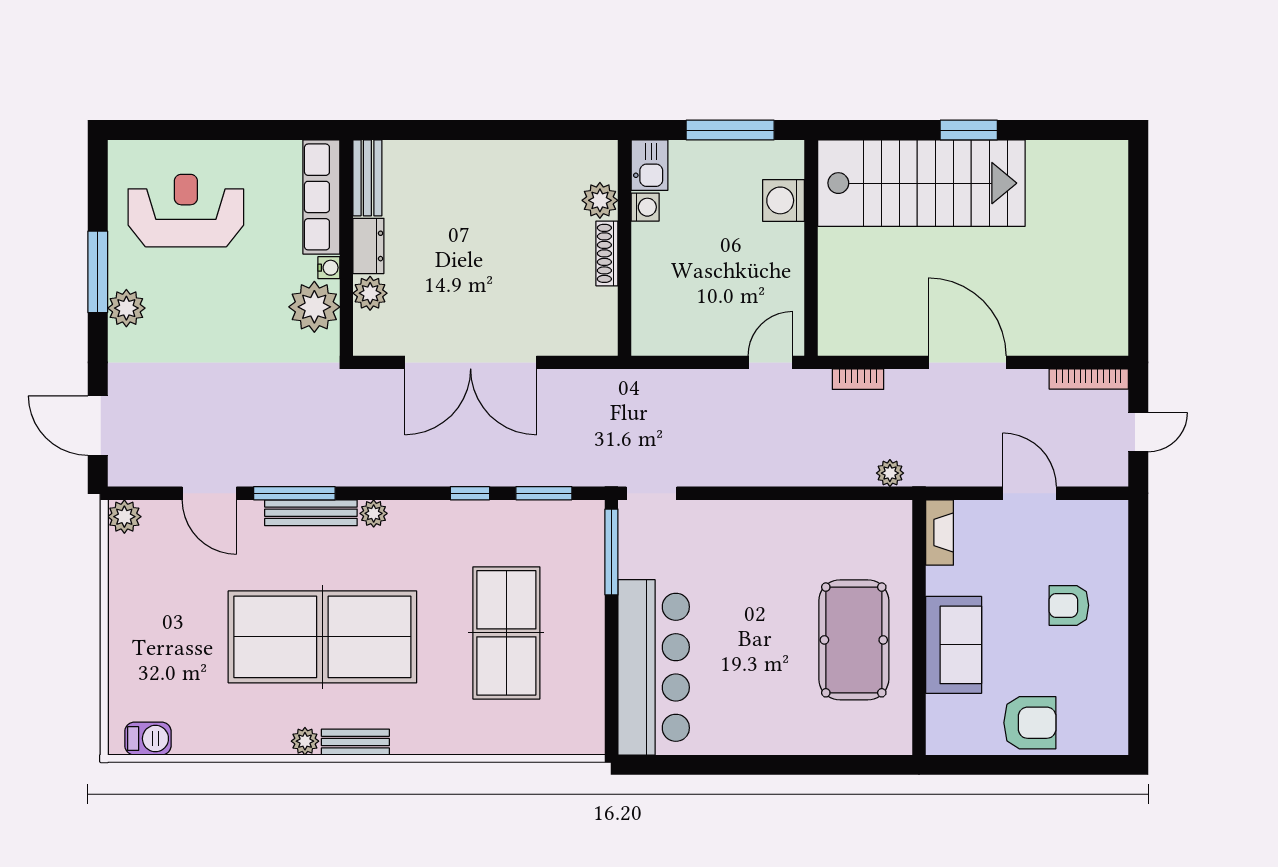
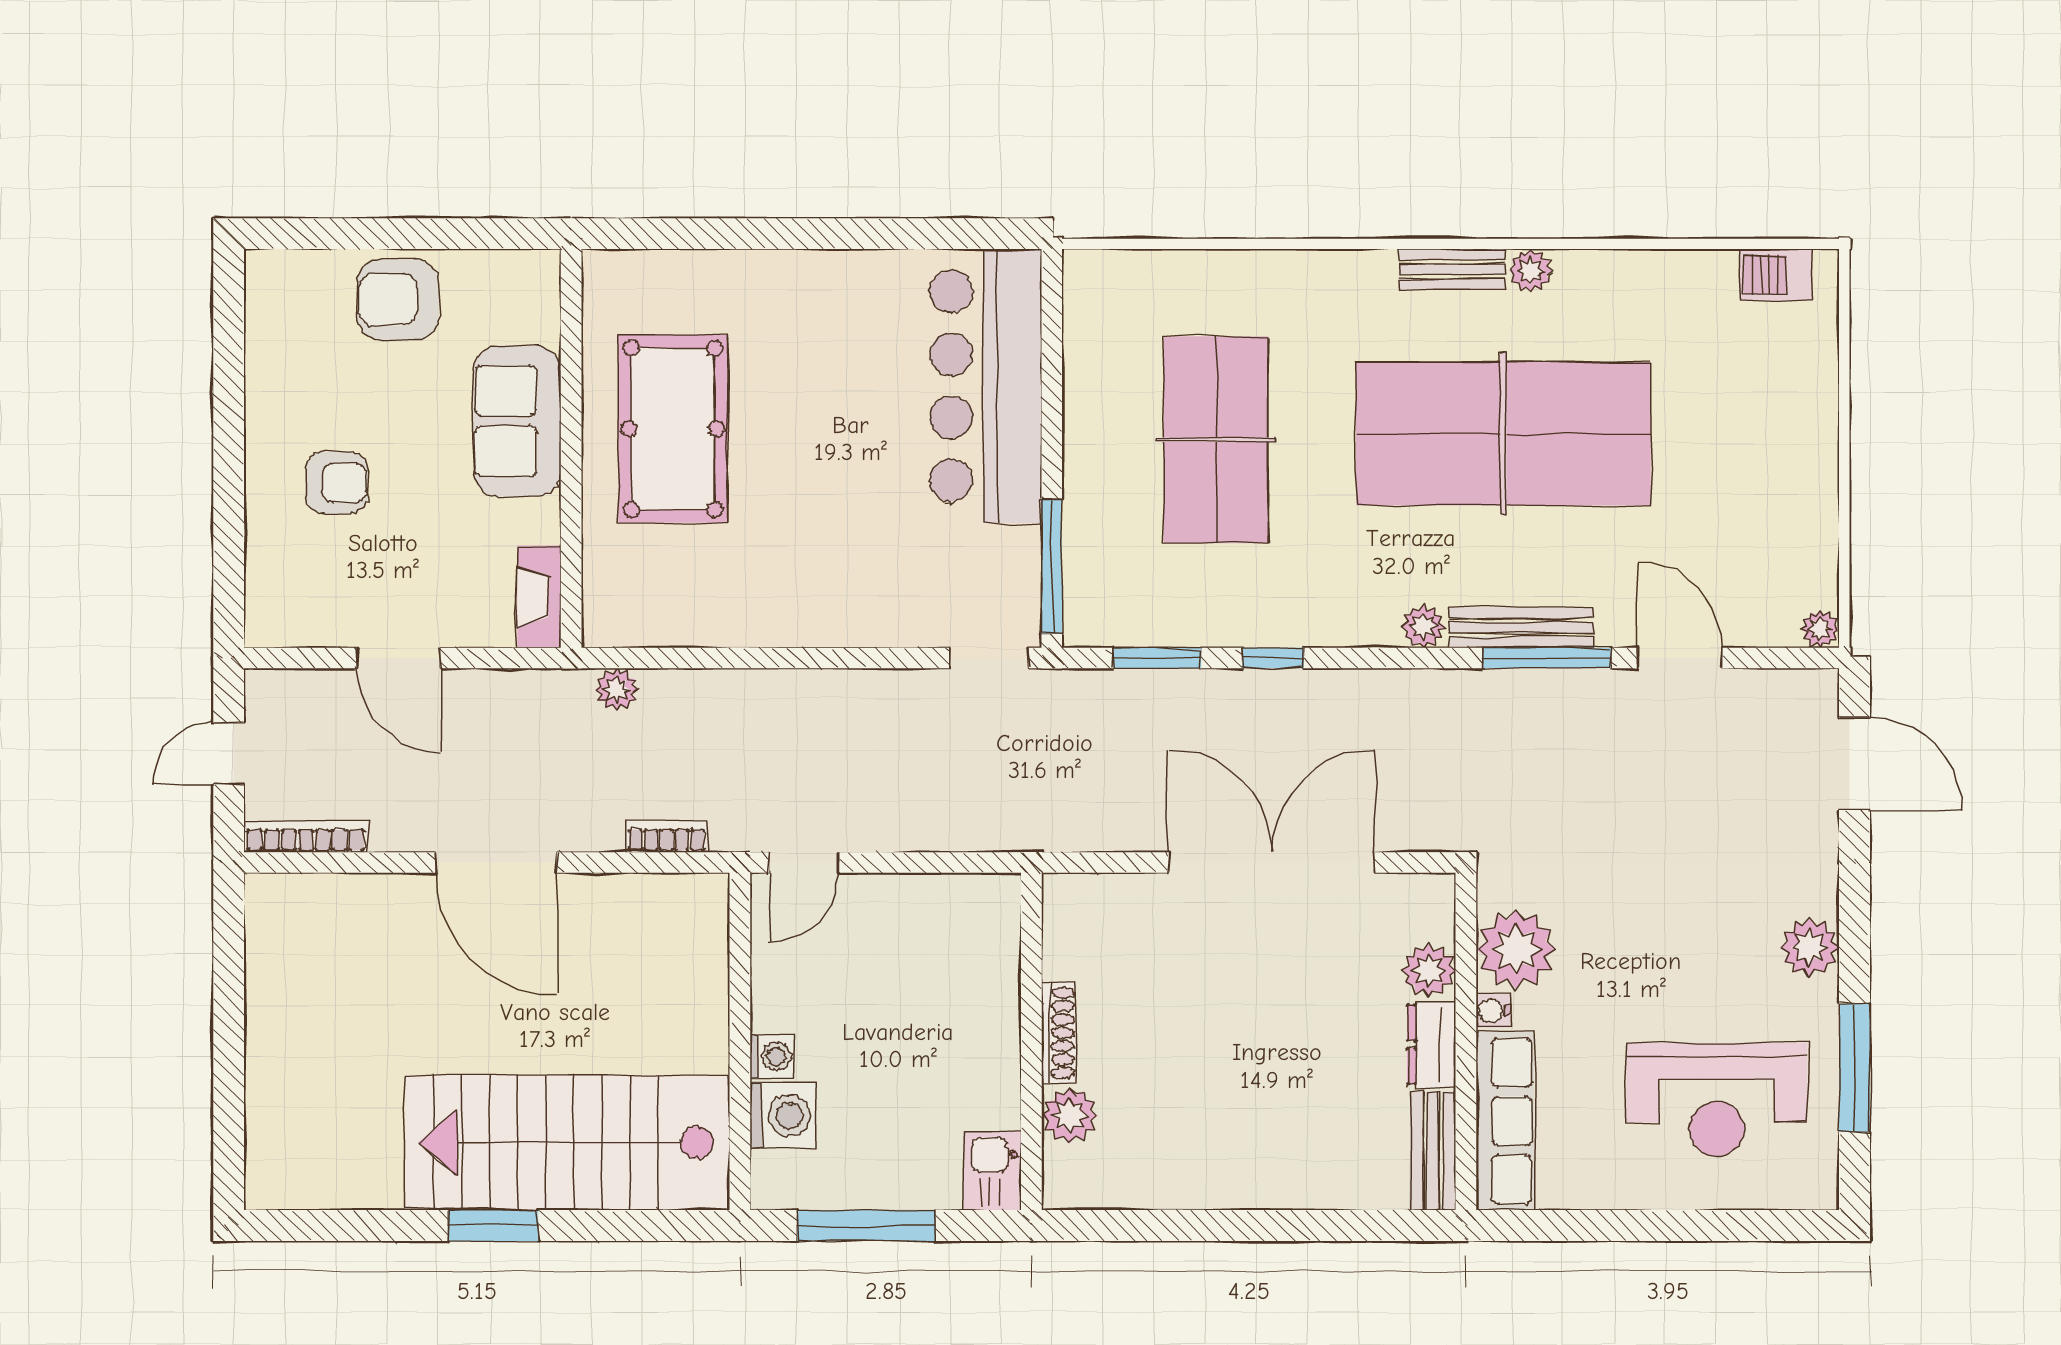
washing machine: (645, 207) -> (772, 1057), moved, turned 180
window: (98, 272) -> (1854, 1068), moved
plant: (124, 517) -> (1820, 629), width x0.73, depth x0.73

